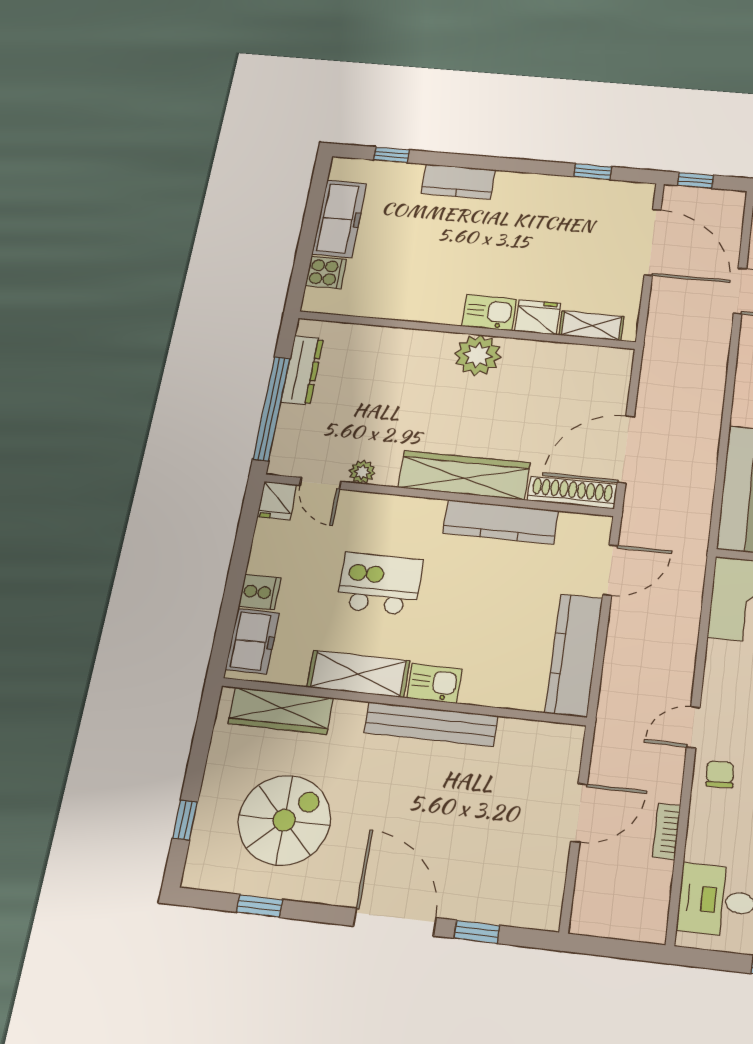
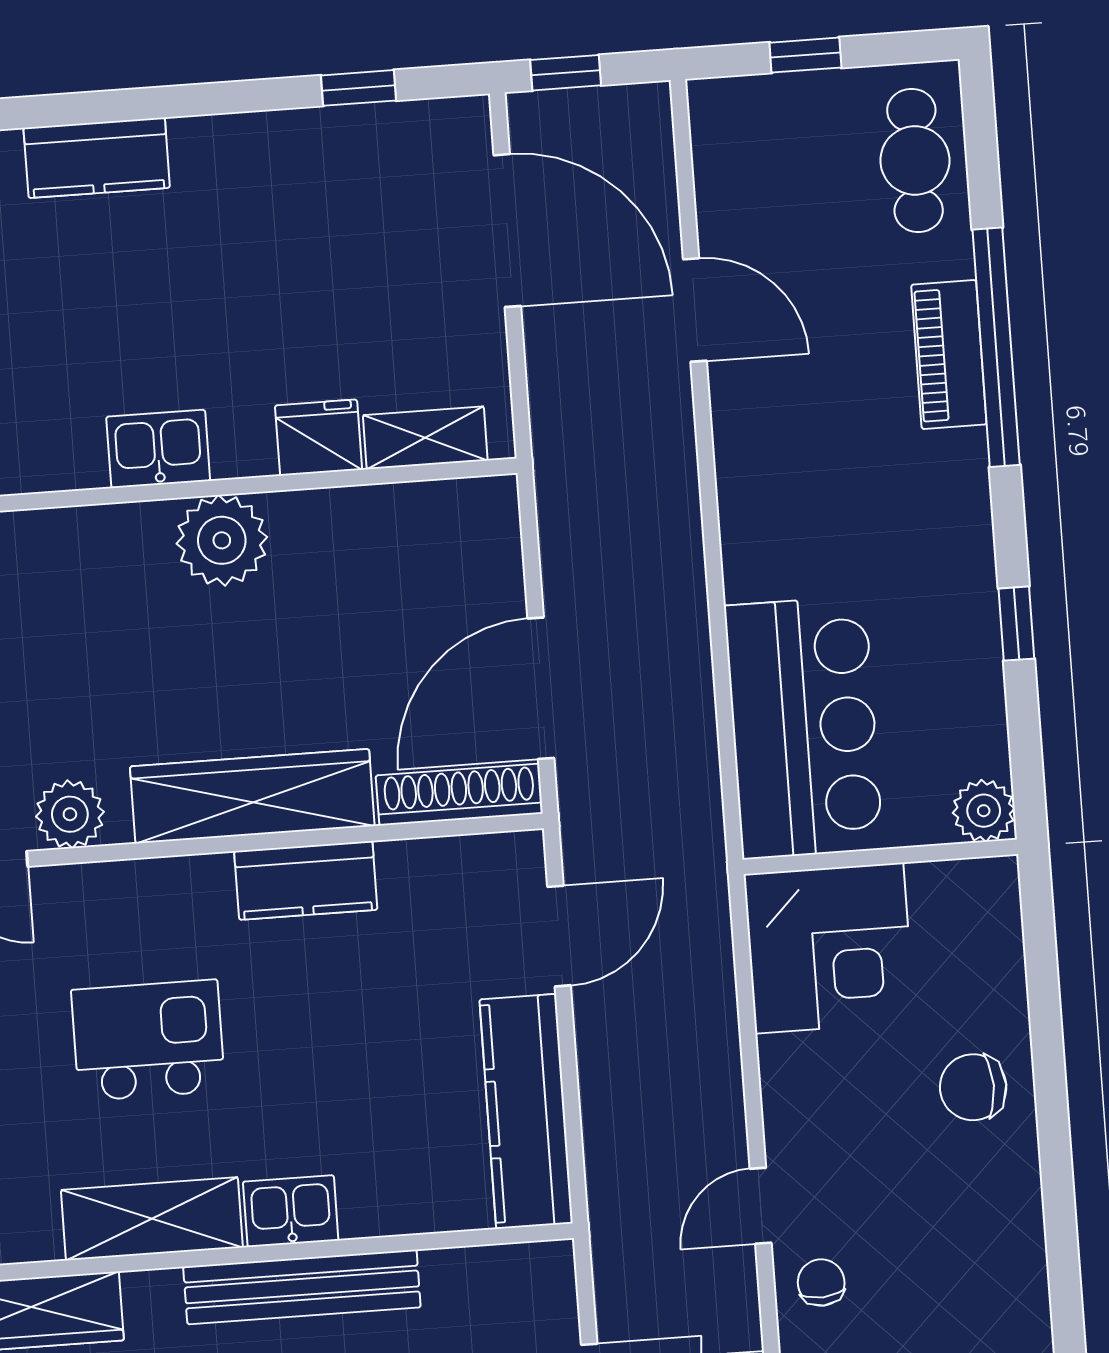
kitchen sink: (489, 313) -> (158, 449), moved
plant: (362, 472) -> (70, 814), width x1.38, depth x1.38
kitchen counter: (501, 522) -> (306, 880), width x0.67

